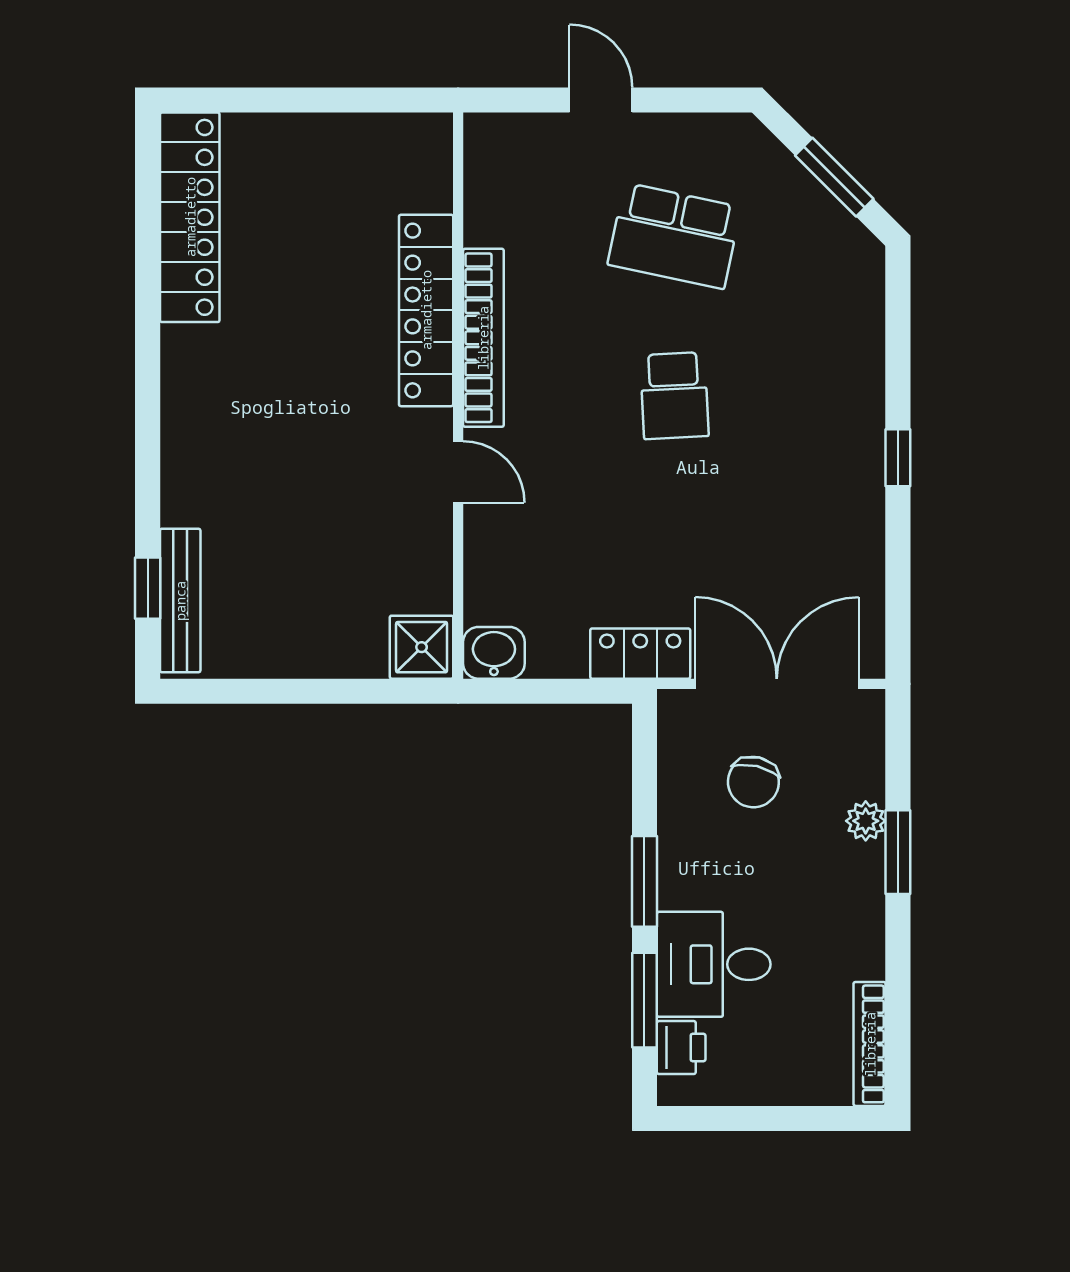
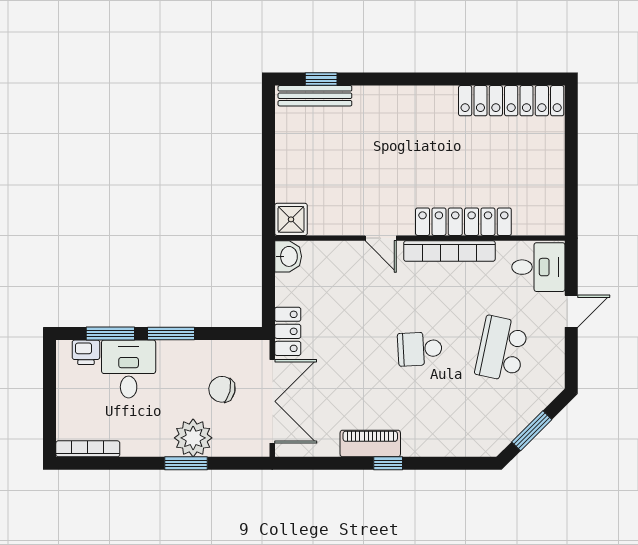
desk: (515, 164) -> (538, 267), added
door: (458, 472) -> (381, 238), hinge flipped
piano: (859, 492) -> (370, 444), added
plant: (866, 821) -> (193, 438), width x1.87, depth x1.87

